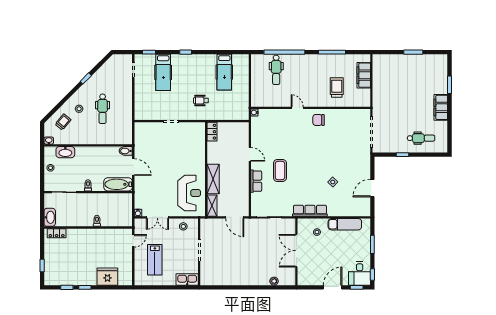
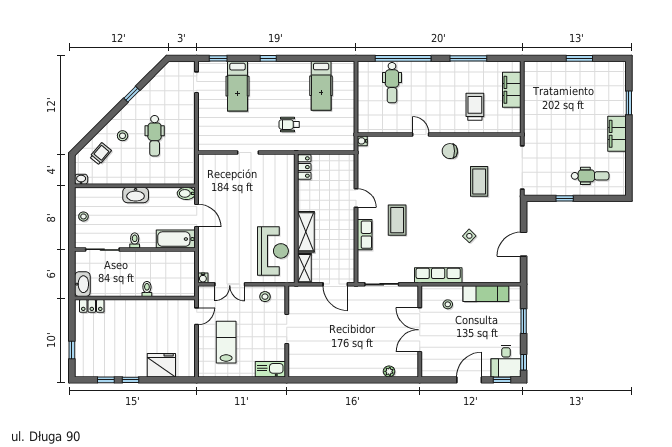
coffee table: (340, 142) -> (479, 181), added
washbasin: (65, 152) -> (136, 195), moved
lab bench: (155, 260) -> (226, 342), turned 180

